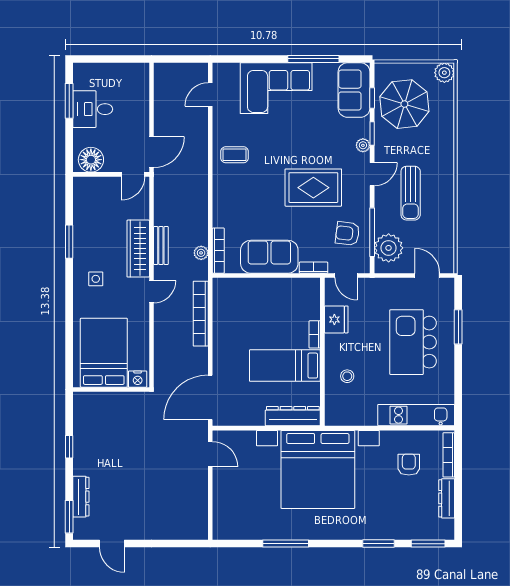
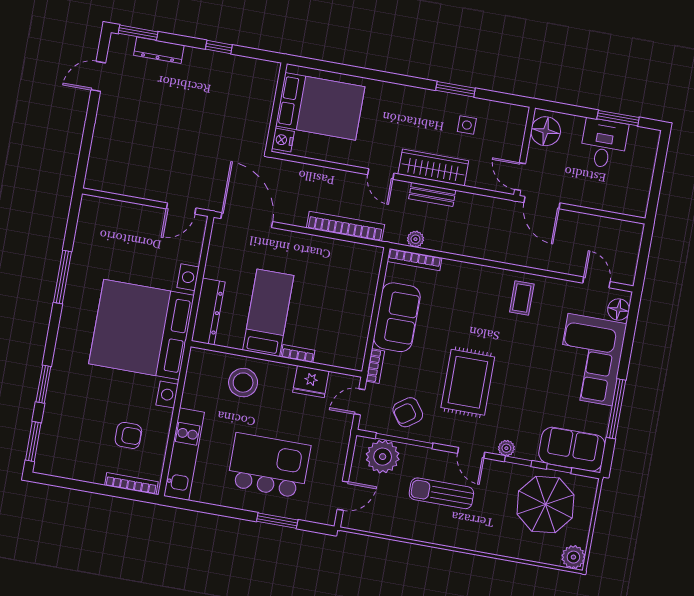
floor lamp: (230, 72) -> (619, 309), added
armchair: (348, 233) -> (408, 412), turned -133
side table: (96, 279) -> (467, 125), moved
stool: (347, 376) -> (243, 383), width x1.89, depth x1.89
dresser: (447, 498) -> (82, 472), removed

